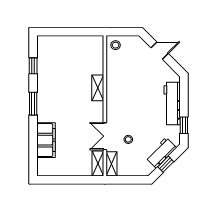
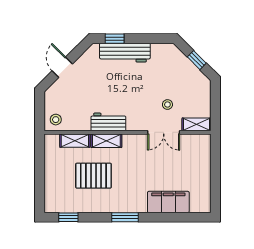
window: (33, 66) -> (68, 217), moved
pallet: (68, 77) -> (93, 176), added
window: (184, 125) -> (115, 39), moved
workbench: (161, 153) -> (108, 122), moved, turned 135
shelving: (98, 163) -> (75, 141), moved

